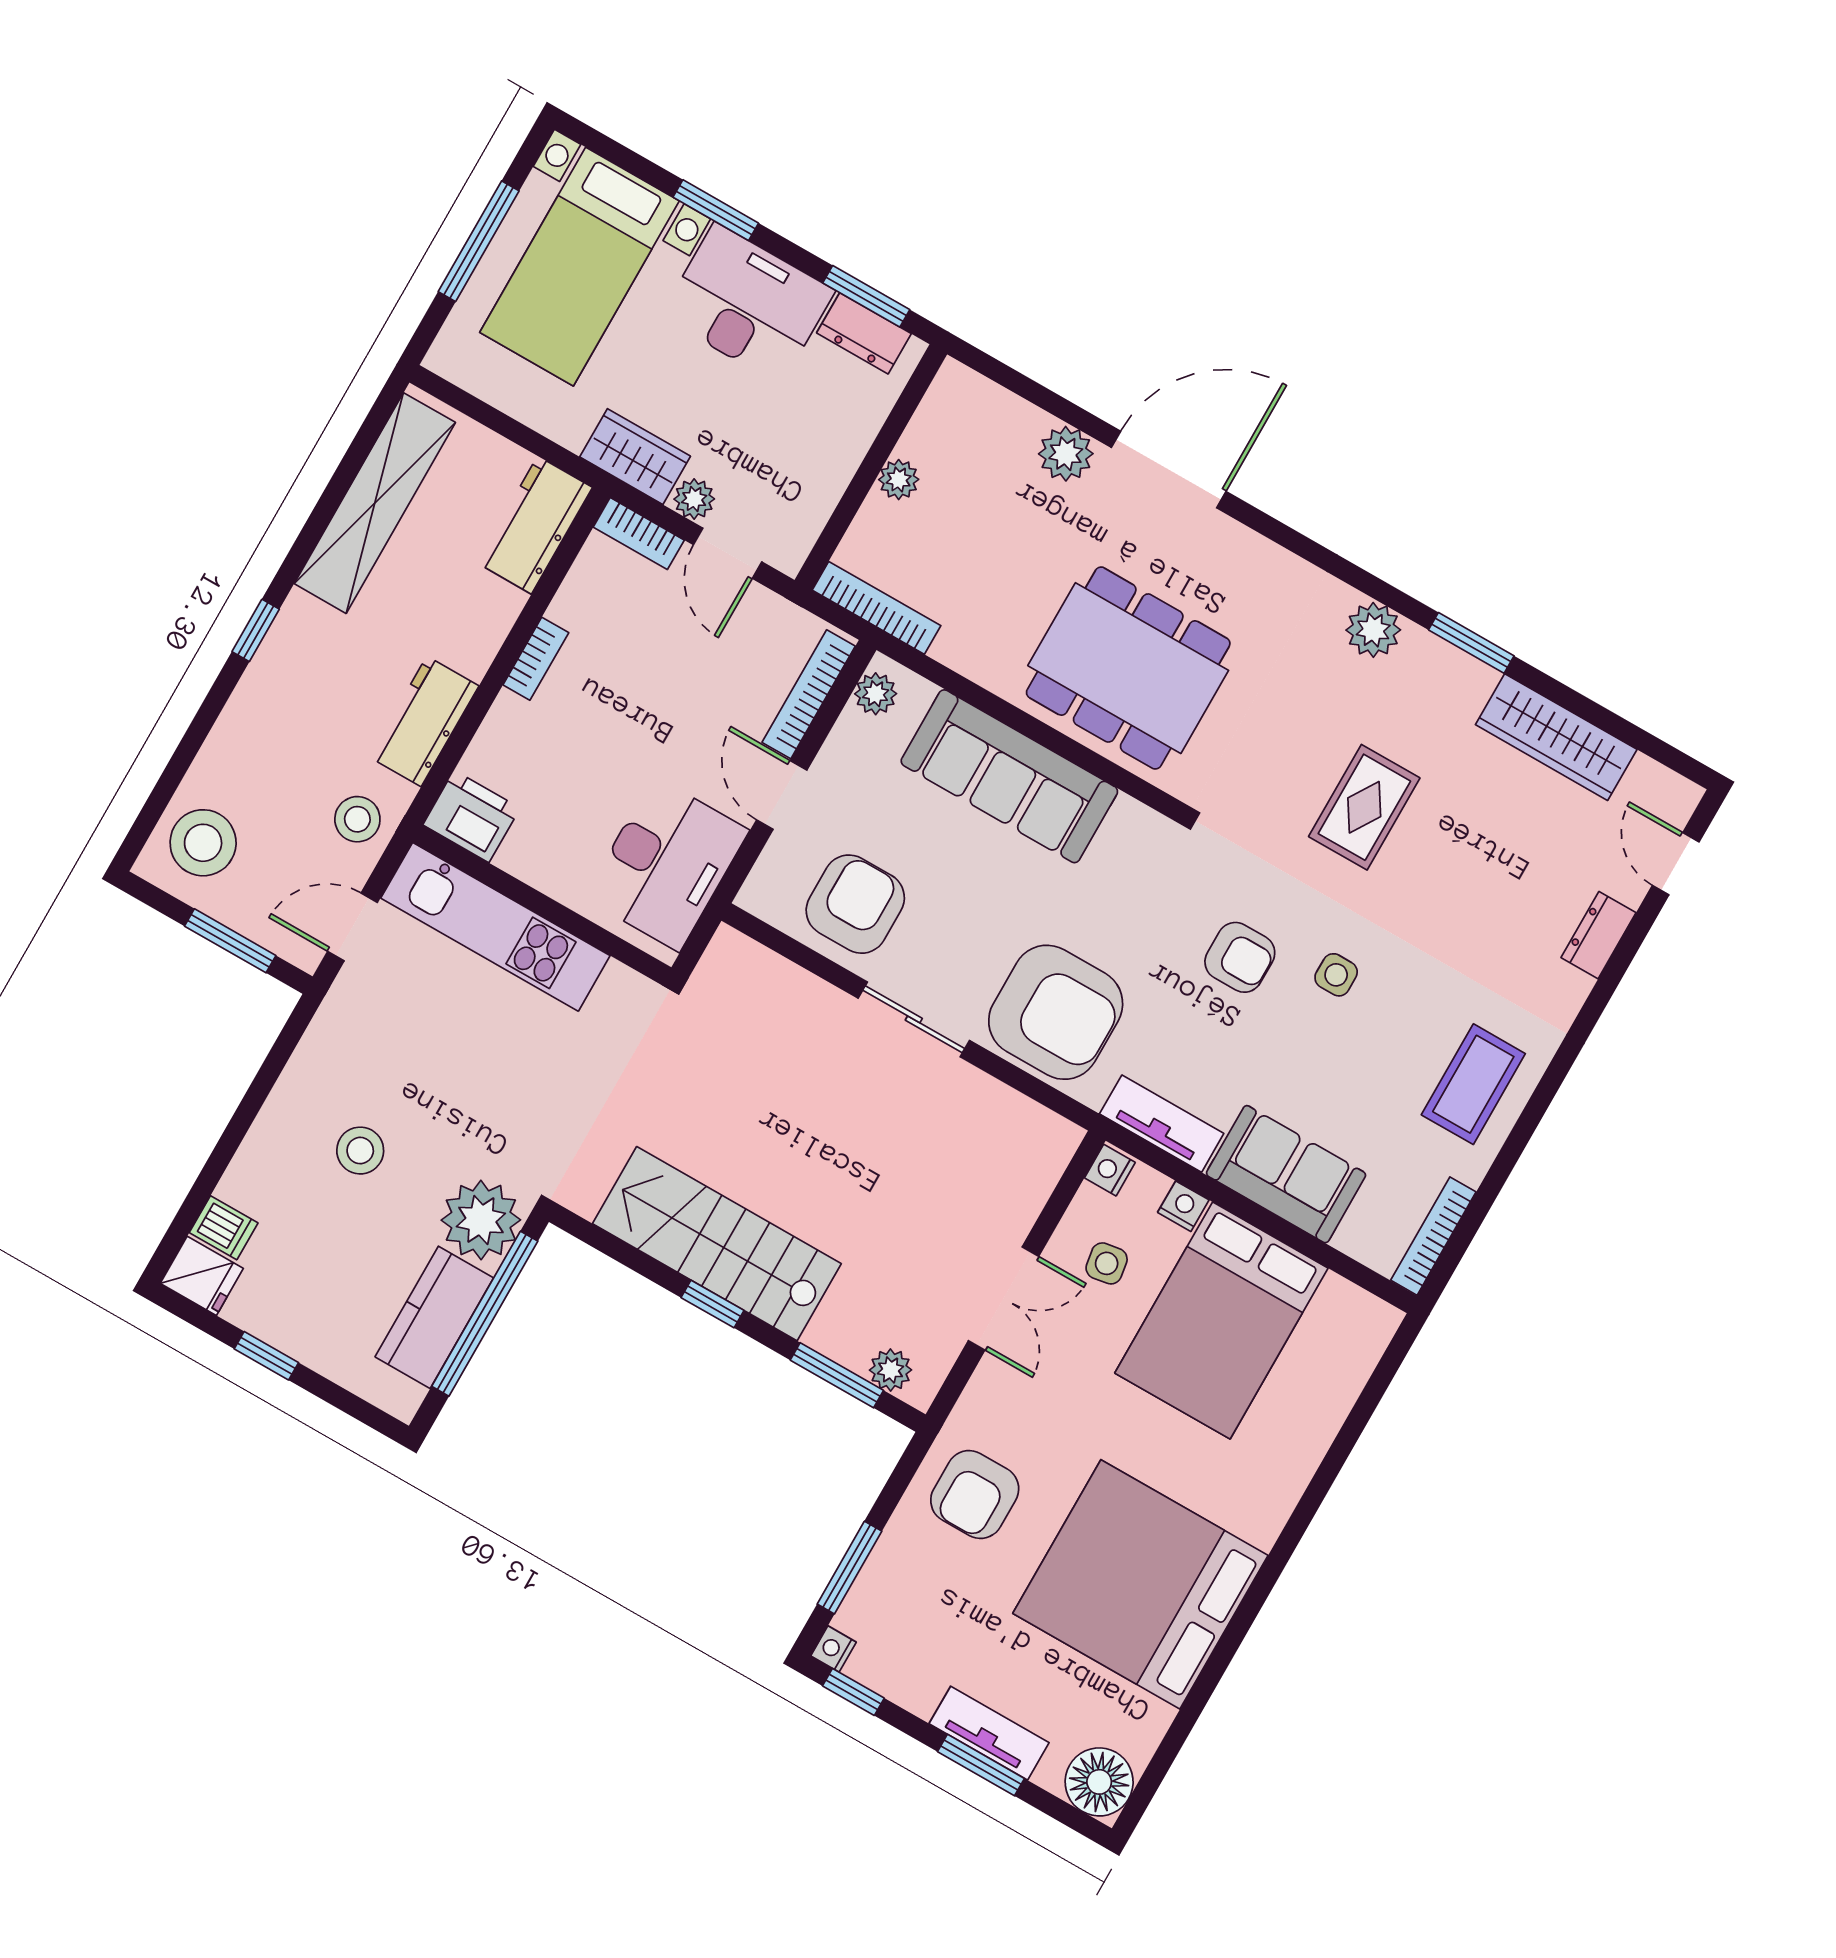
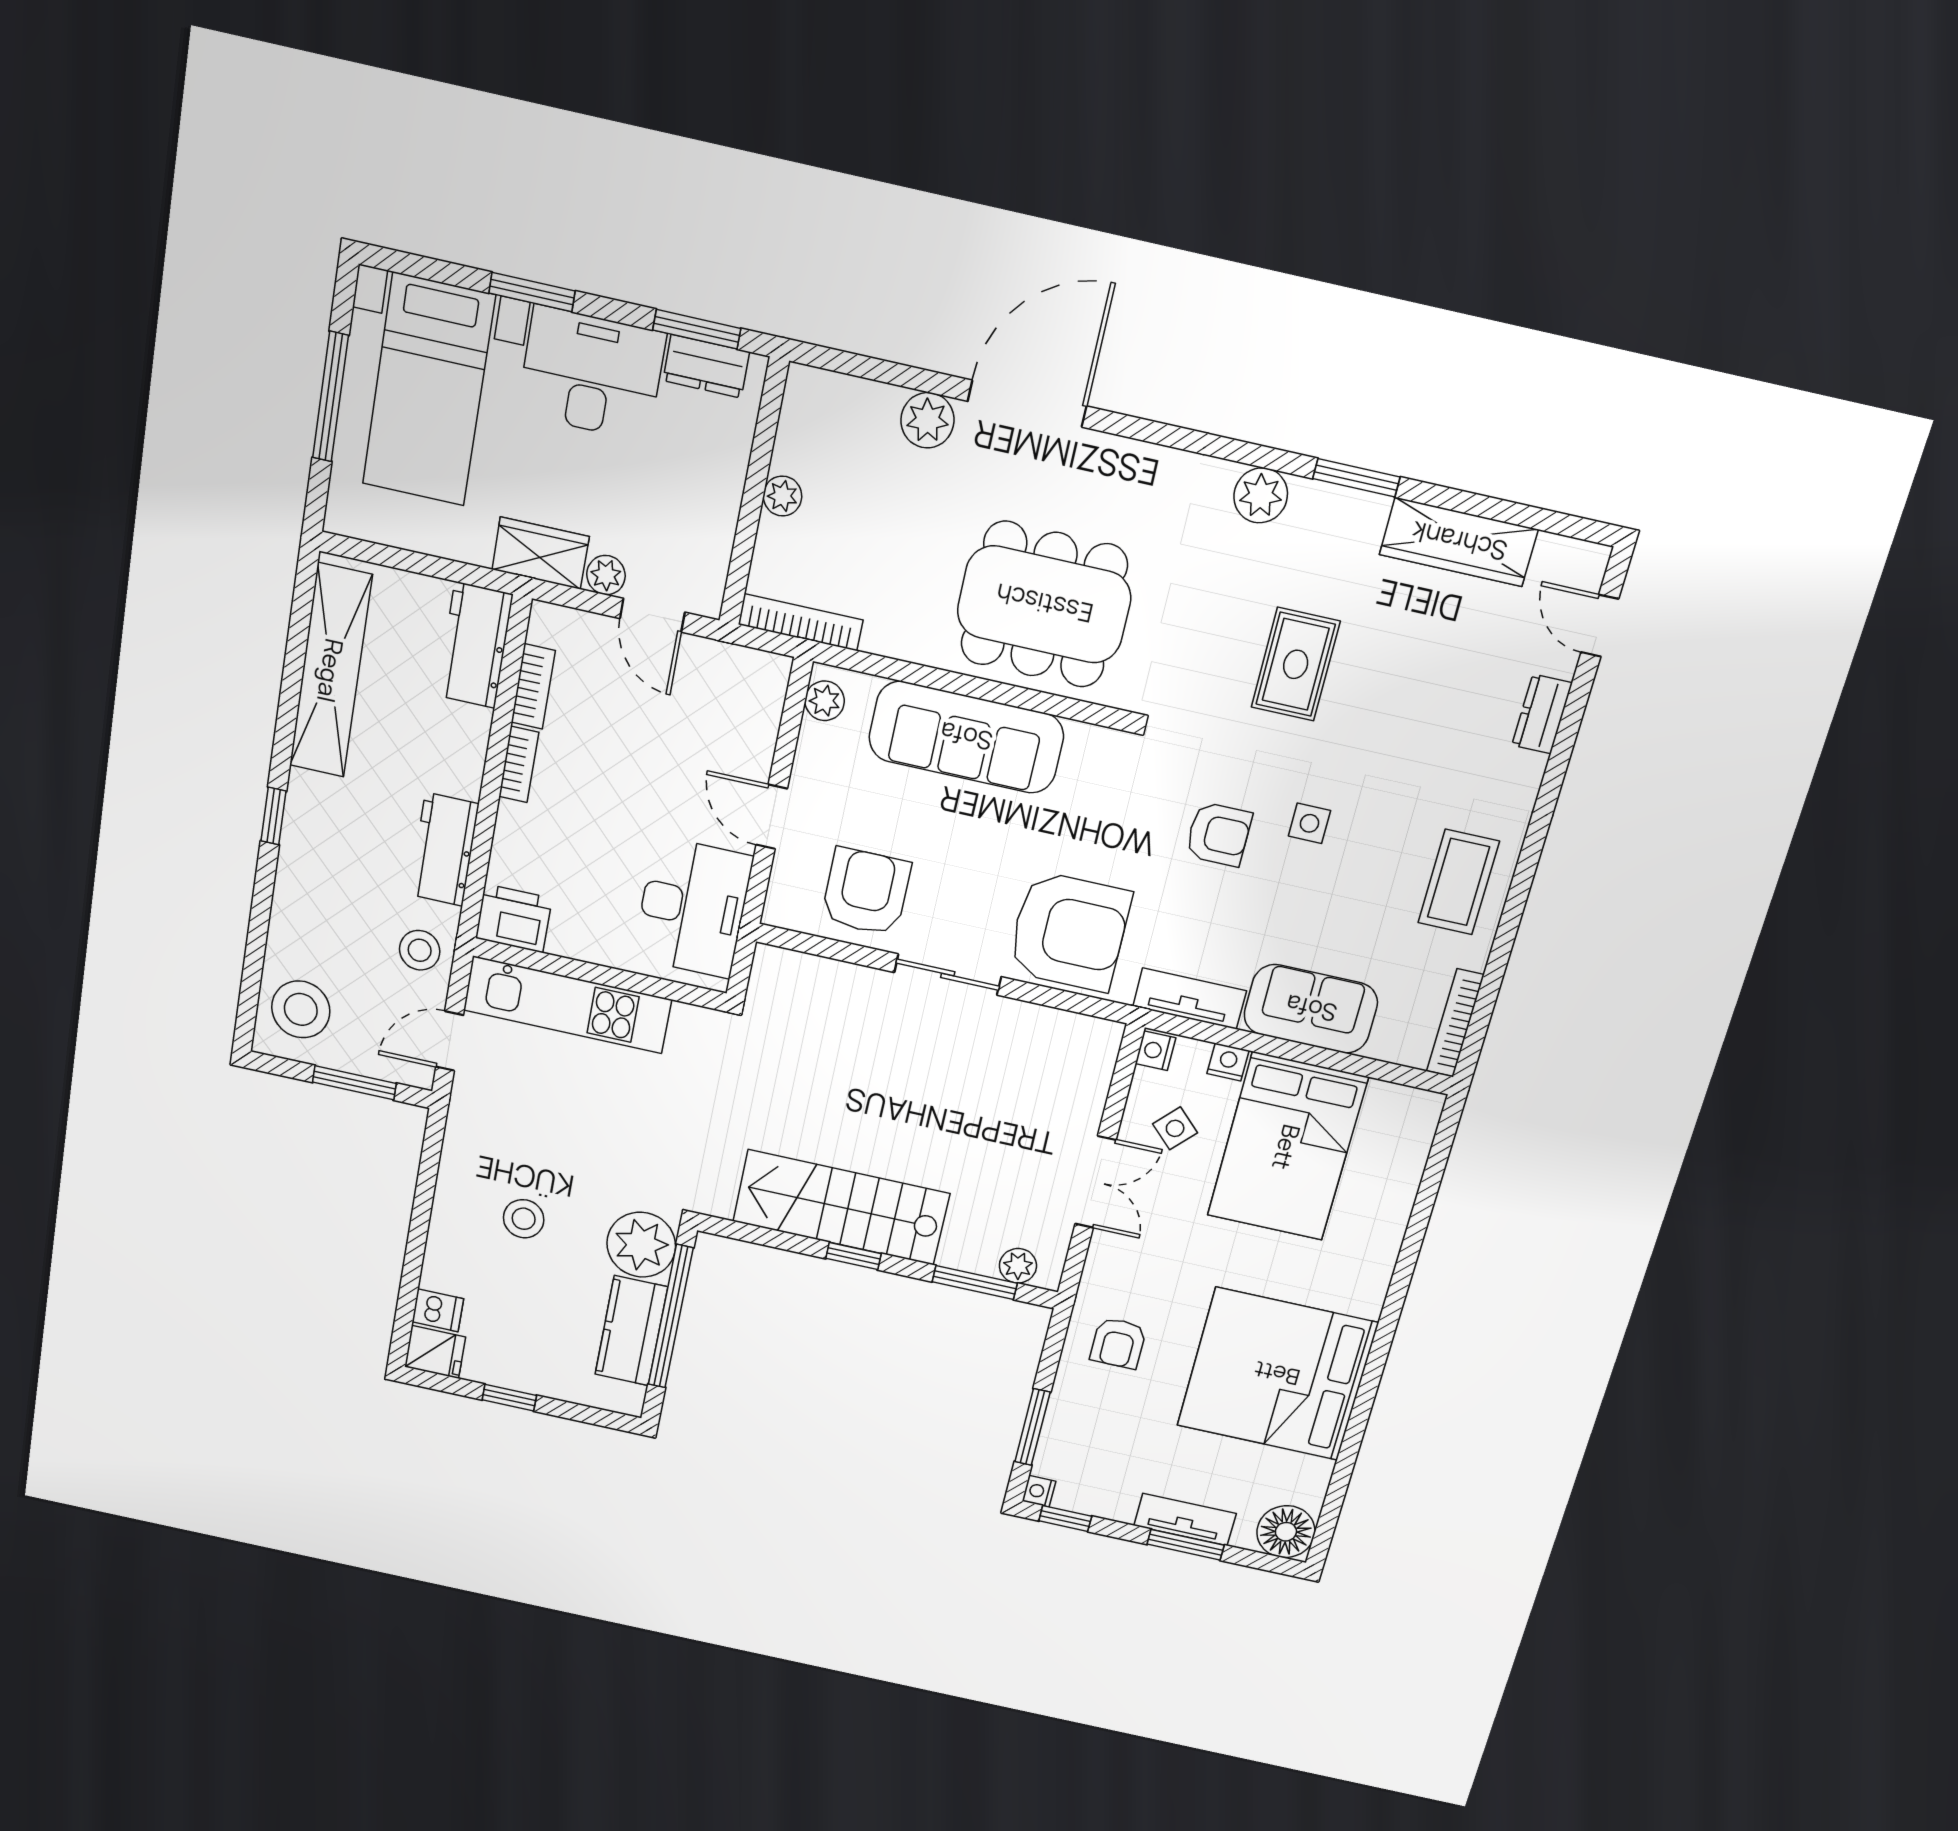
bookcase: (639, 534) -> (533, 686), moved, turned -90
bookcase: (809, 694) -> (766, 720), removed
side table: (1107, 1263) -> (1175, 1128), turned -37
armchair: (975, 1495) -> (1118, 1343), width x0.72, depth x0.72

